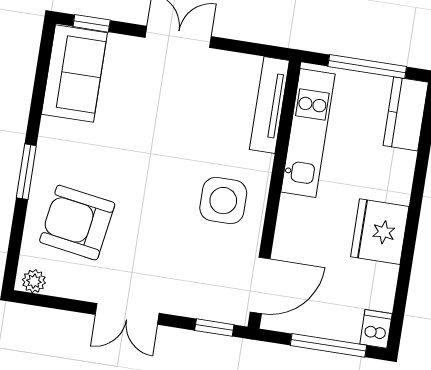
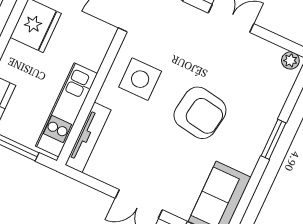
armchair: (77, 223) -> (200, 113), moved

